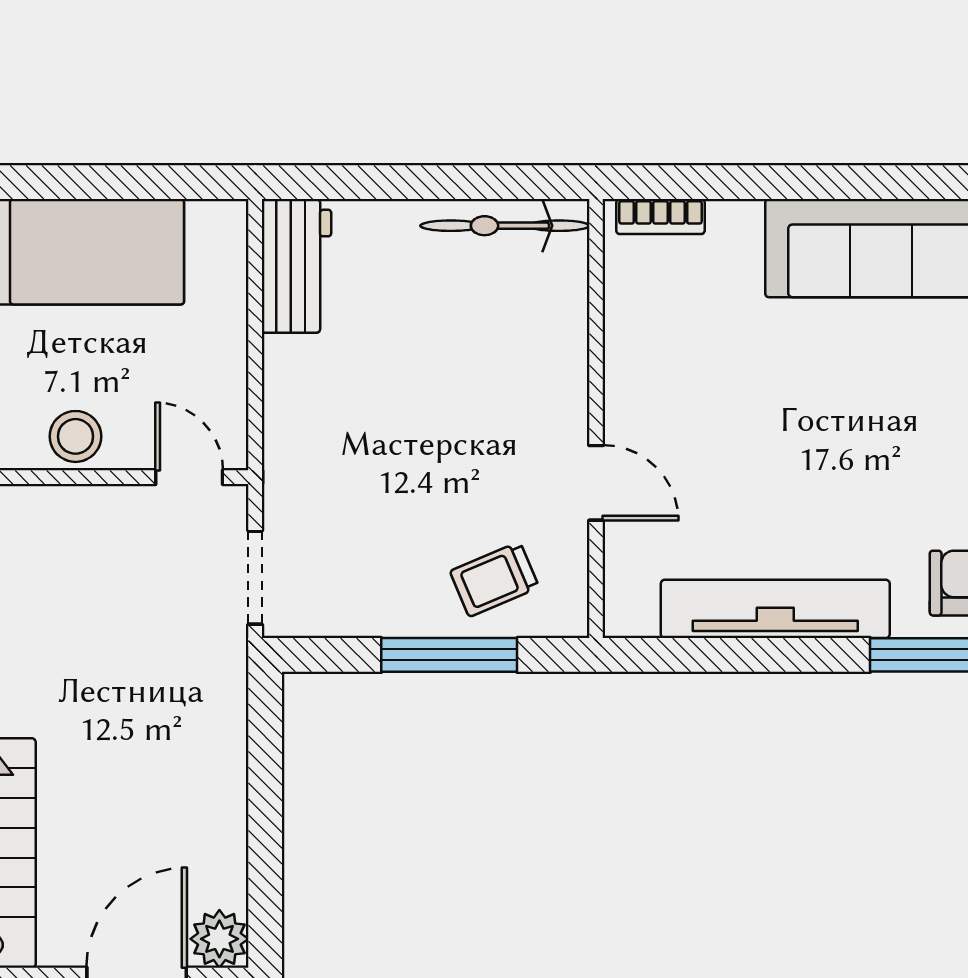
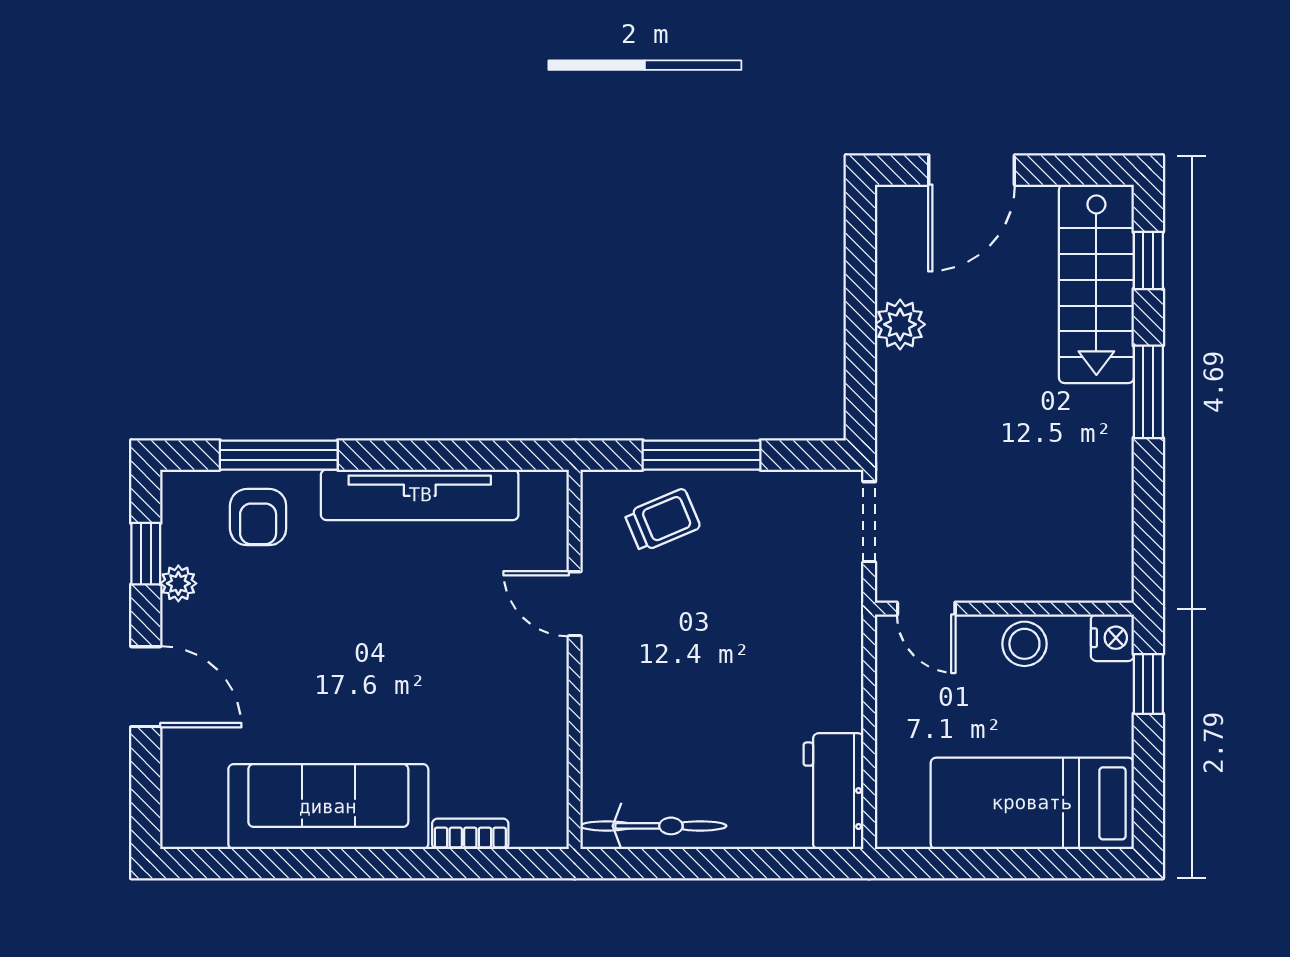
bookcase: (660, 217) -> (470, 834), moved
plant: (219, 939) -> (900, 324), moved

